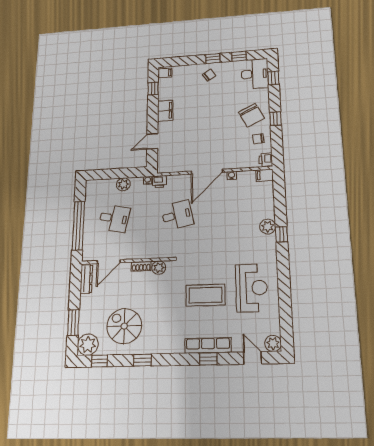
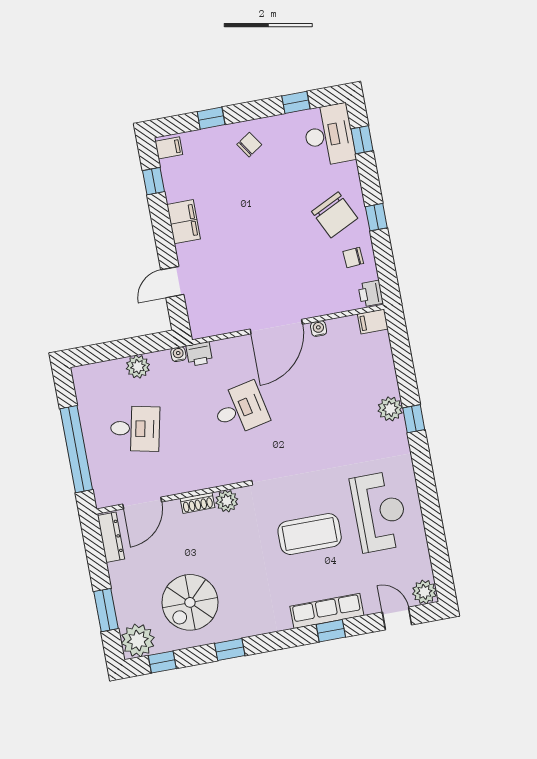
window: (213, 58) -> (211, 118), moved
spiral stairs: (124, 326) -> (190, 602), turned -90

